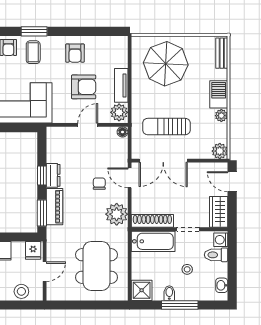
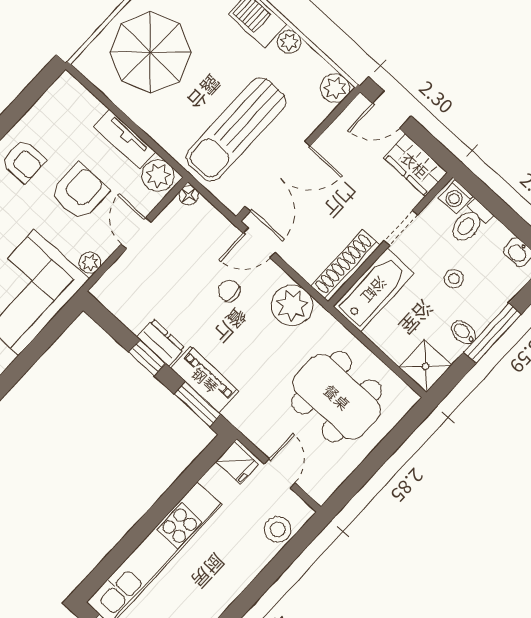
plant: (59, 117) -> (90, 263), added
sun lounger: (166, 127) -> (236, 129), width x1.36, depth x1.34

